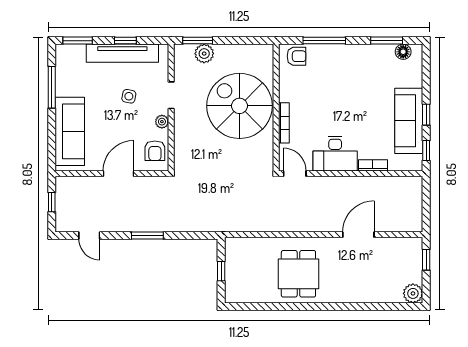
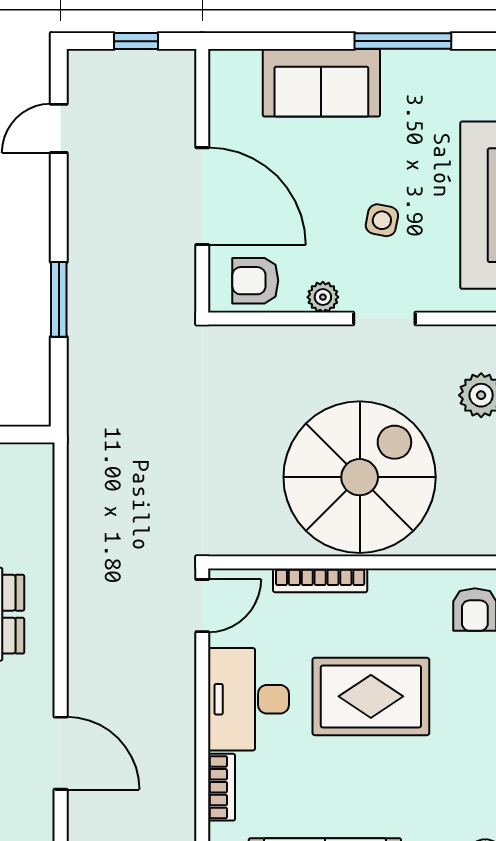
rug: (334, 101) -> (371, 696), added
sofa: (70, 131) -> (321, 83), width x0.73
door: (118, 174) -> (202, 196), width x1.36
window: (147, 235) -> (59, 299), moved

